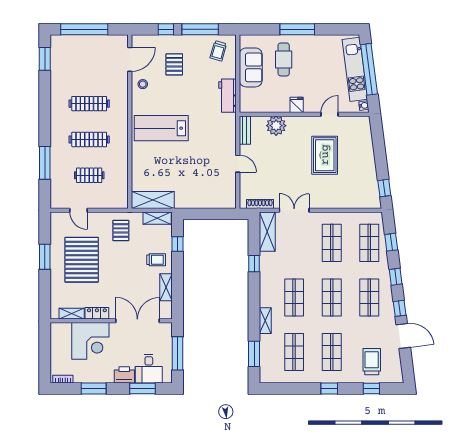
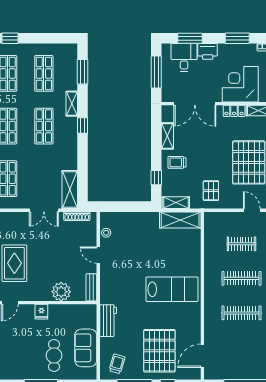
pallet: (174, 64) -> (159, 351), width x2.05, depth x2.00
stool: (143, 84) -> (106, 233), moved
window: (254, 264) -> (83, 125), moved

